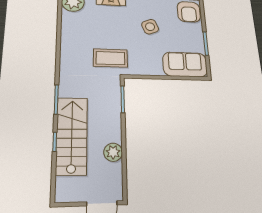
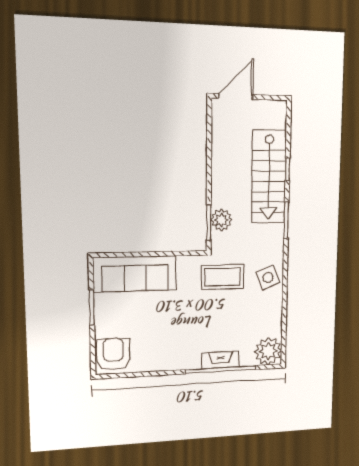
side table: (150, 27) -> (268, 277), moved
sofa: (185, 65) -> (135, 274), width x1.36
plant: (113, 152) -> (221, 220), moved

